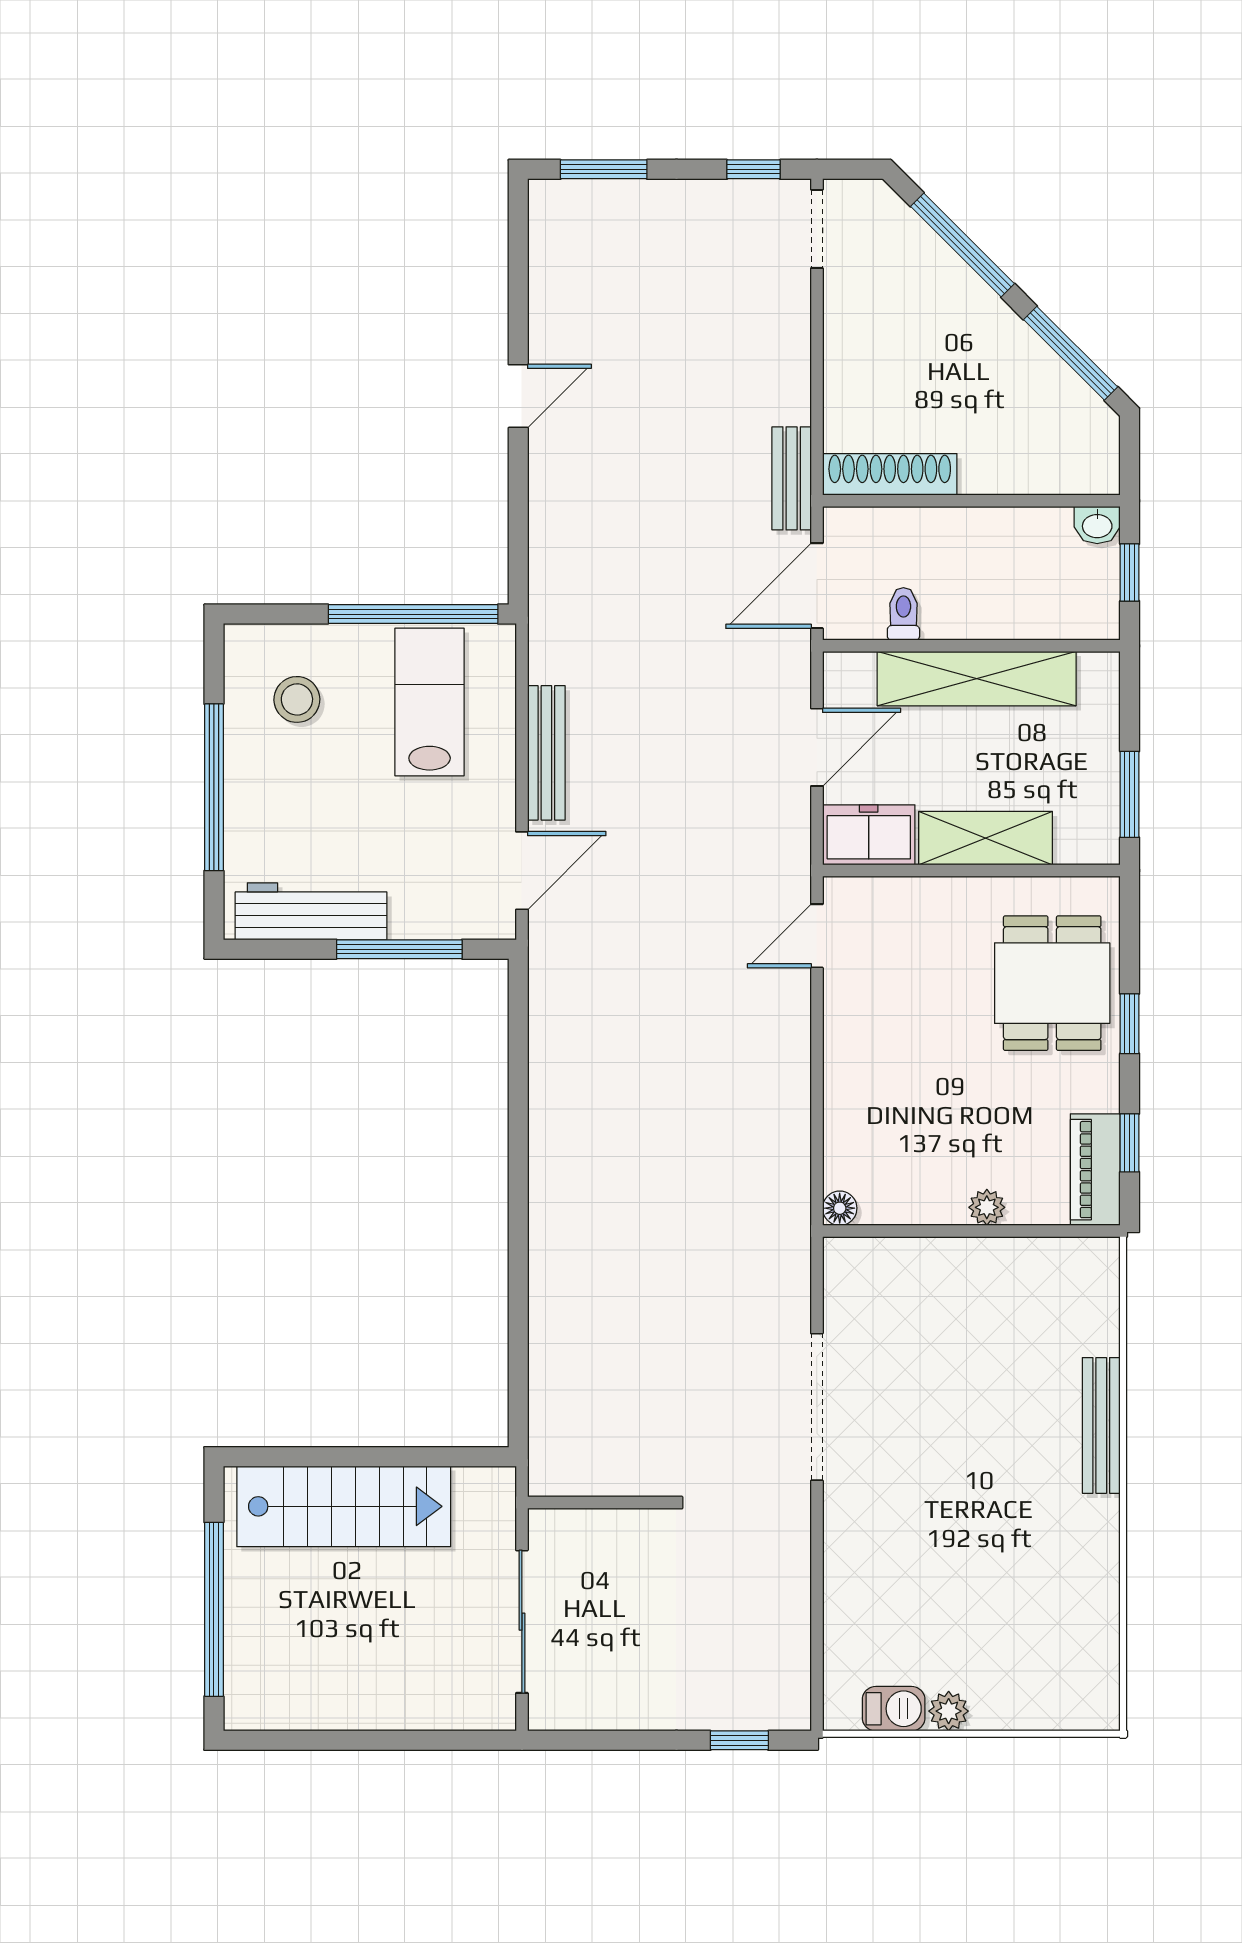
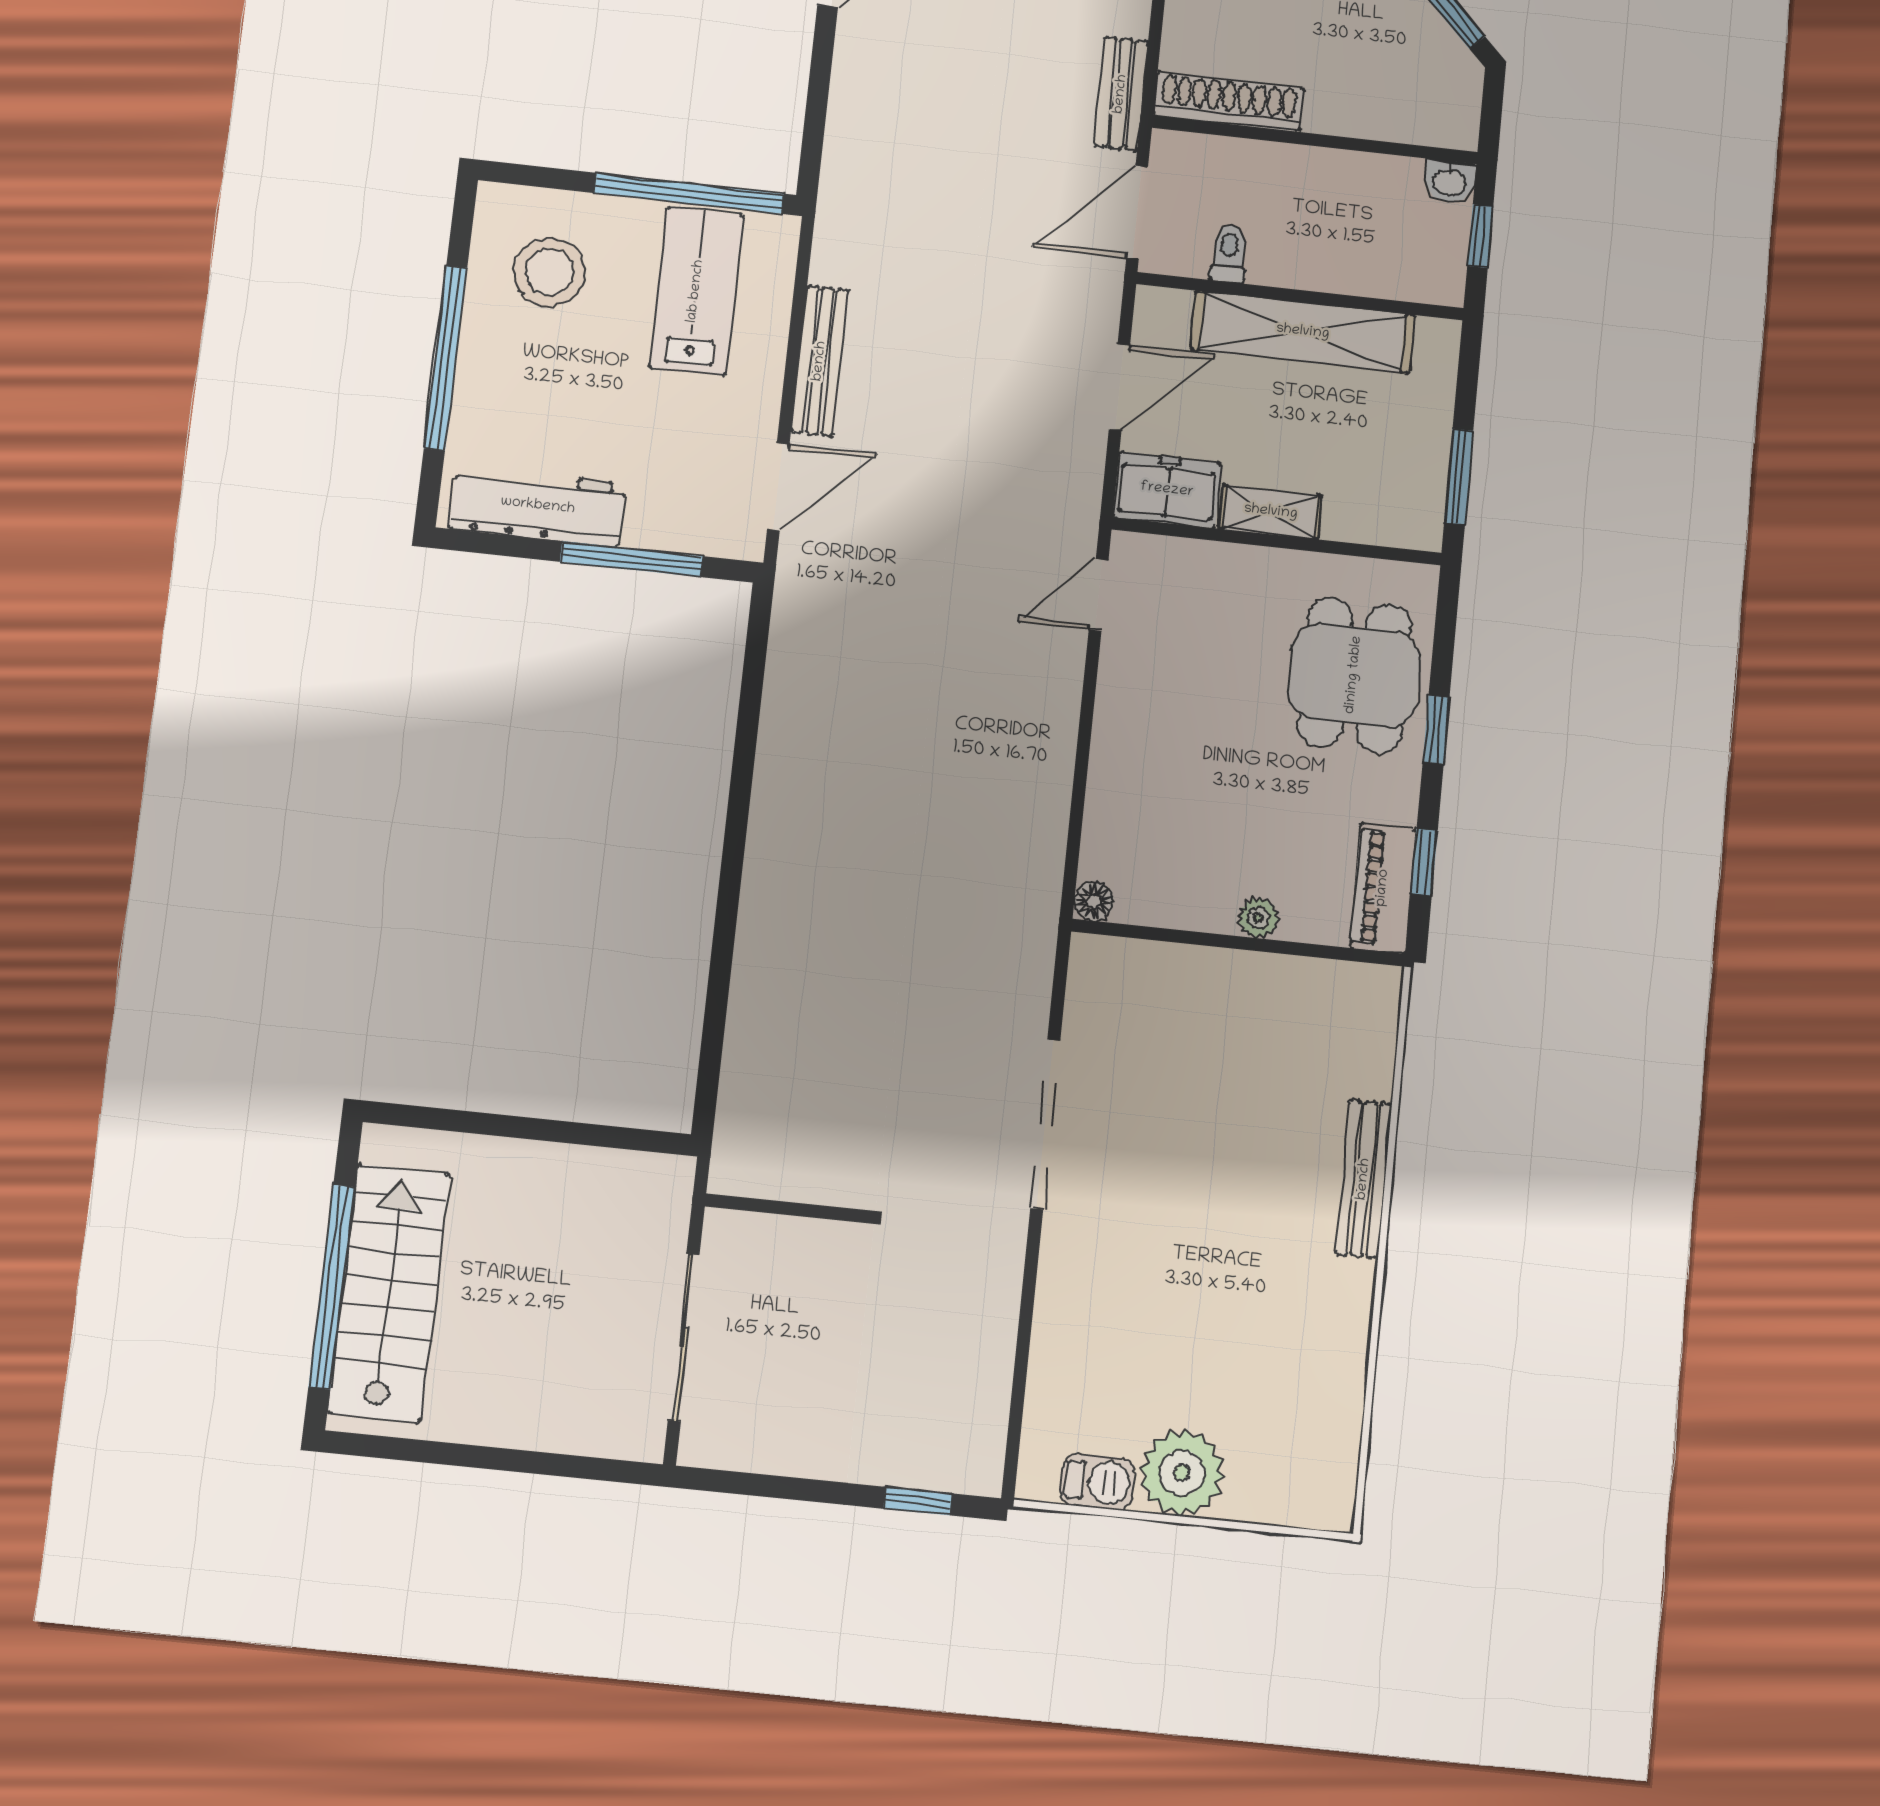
stool: (297, 699) -> (550, 272), width x1.38, depth x1.38
shelving: (986, 838) -> (1271, 512), width x0.67, depth x0.75
stairs: (344, 1506) -> (389, 1293), moved, turned -90
plant: (949, 1711) -> (1182, 1473), width x1.87, depth x1.87

